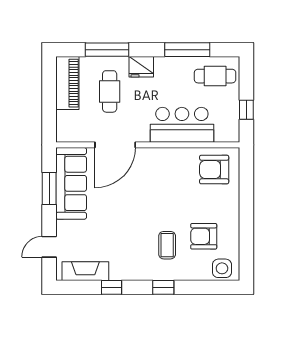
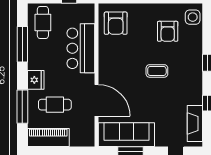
coffee table: (167, 245) -> (157, 71), moved

